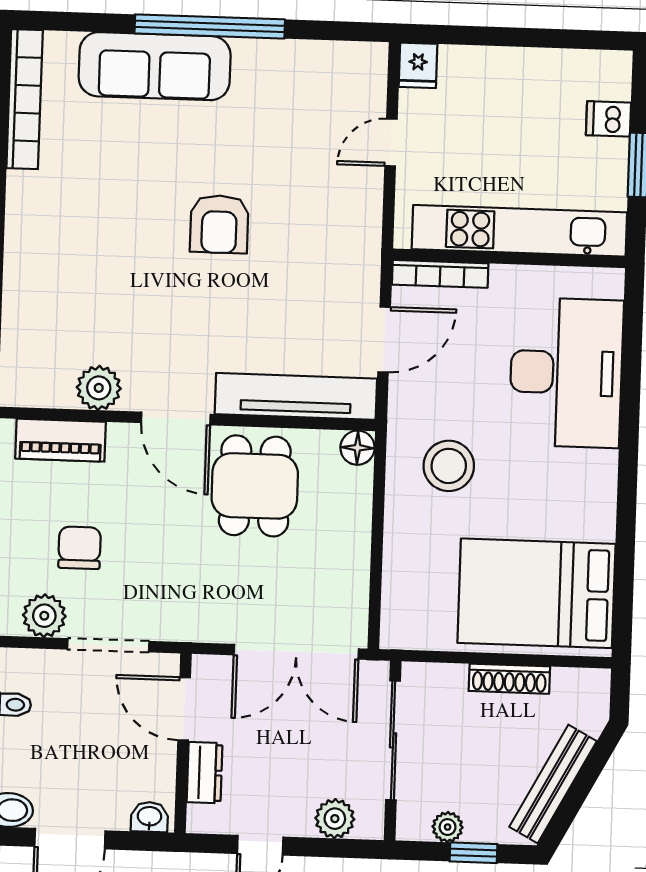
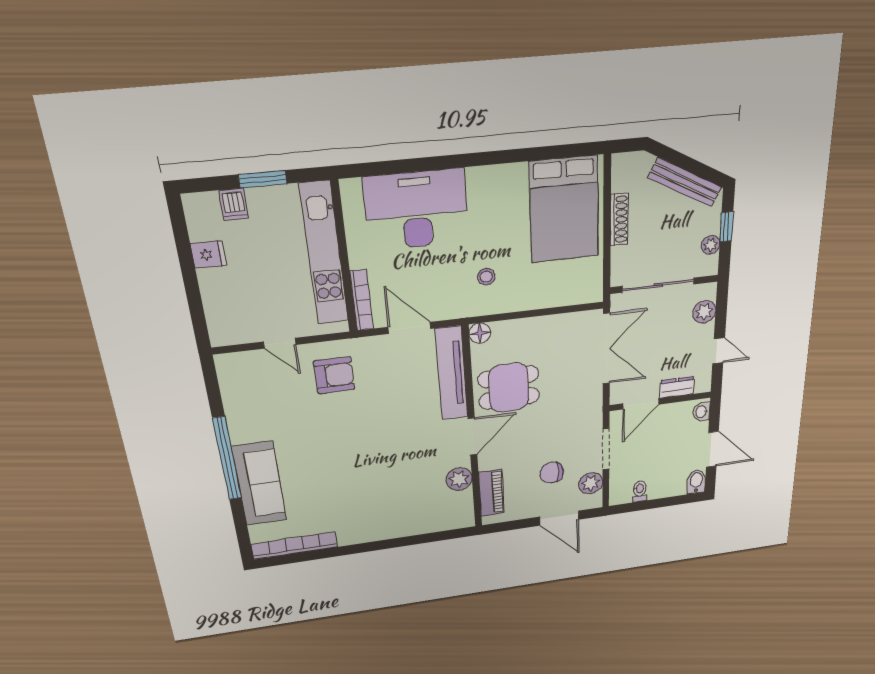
fridge: (418, 65) -> (208, 255), moved
armchair: (219, 224) -> (334, 375), moved
stool: (449, 466) -> (486, 277), width x0.53, depth x0.53

